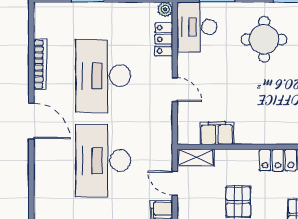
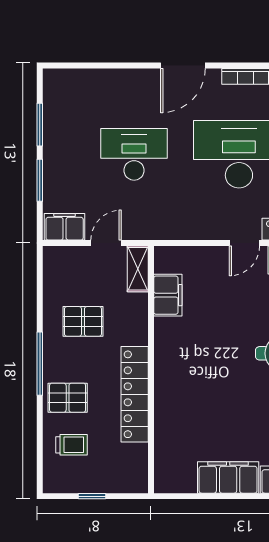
door: (175, 90) -> (244, 243), moved
desk: (103, 161) -> (134, 154), width x0.73, depth x0.77

